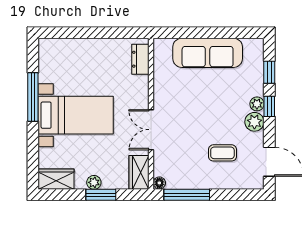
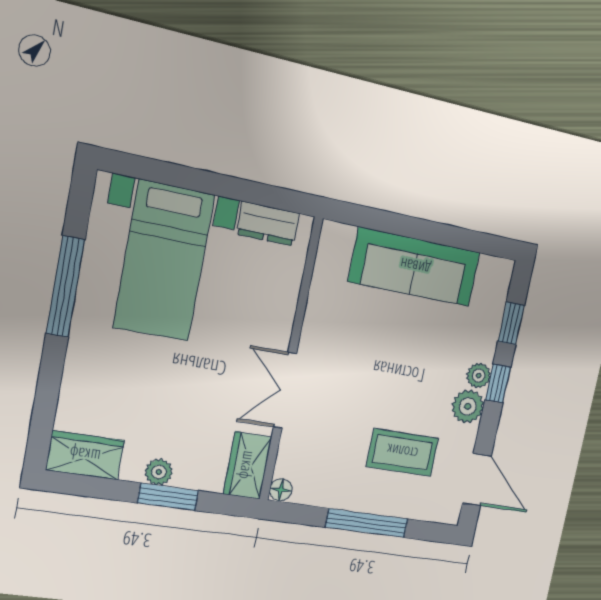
dresser: (140, 59) -> (268, 224), moved, turned -90
bed with nightstands: (76, 115) -> (164, 261), moved, turned 90
coffee table: (222, 153) -> (402, 452), width x1.36, depth x1.30
window: (187, 195) -> (367, 523), moved

